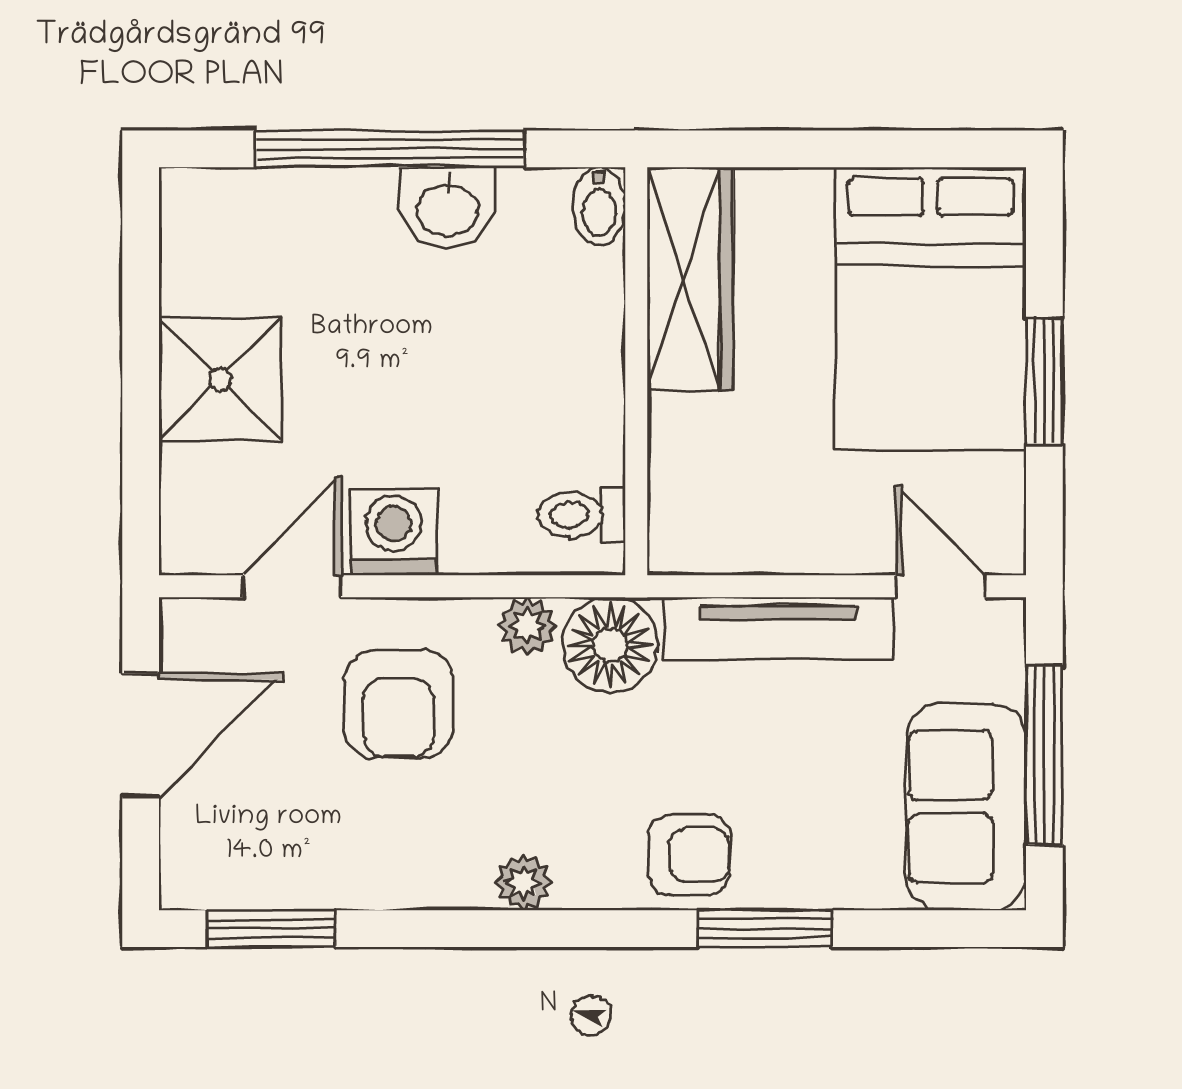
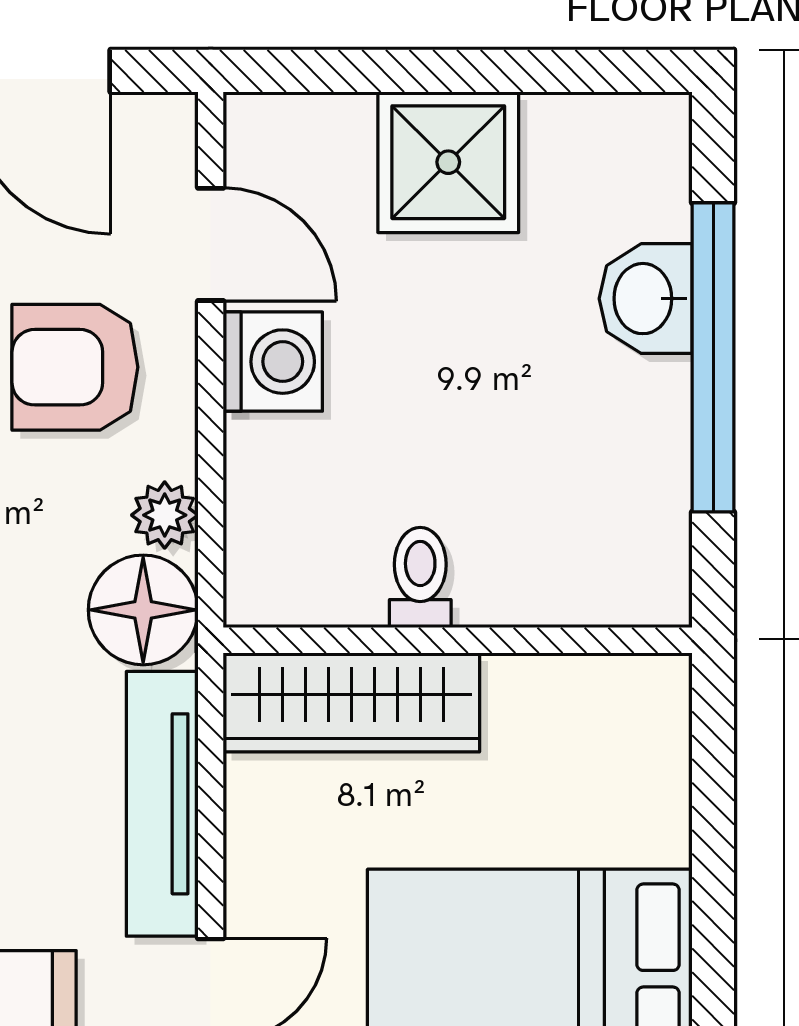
bidet: (599, 206) -> (647, 597), removed
washbasin: (447, 208) -> (646, 299), moved
wardrobe: (690, 279) -> (351, 702), moved
toilet: (582, 515) -> (420, 578), moved

